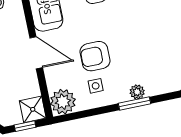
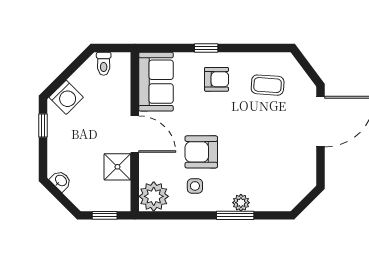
shower: (33, 109) -> (117, 167), moved

